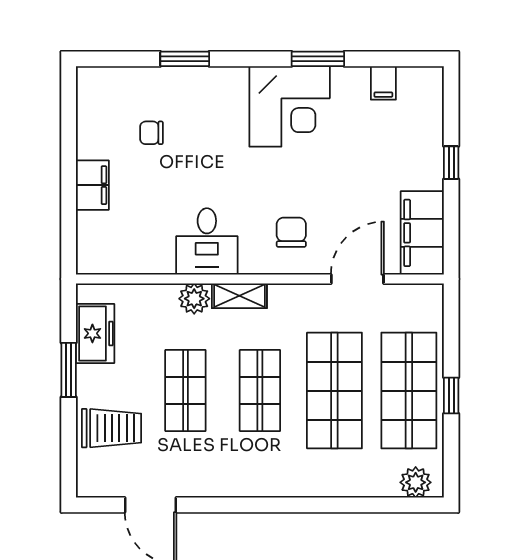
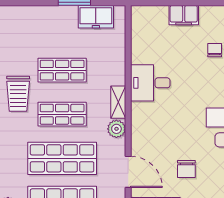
chair: (291, 232) -> (186, 169), moved, turned 90
plant: (194, 299) -> (116, 129), moved
trolley: (112, 428) -> (18, 94), moved

